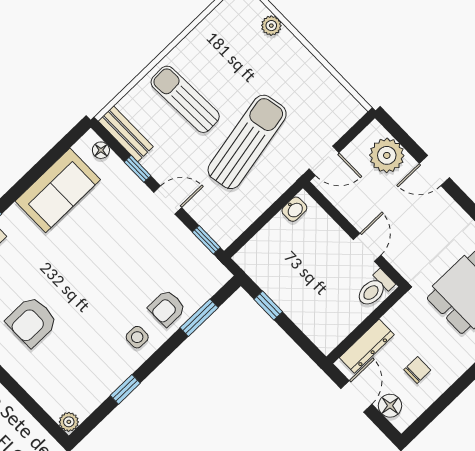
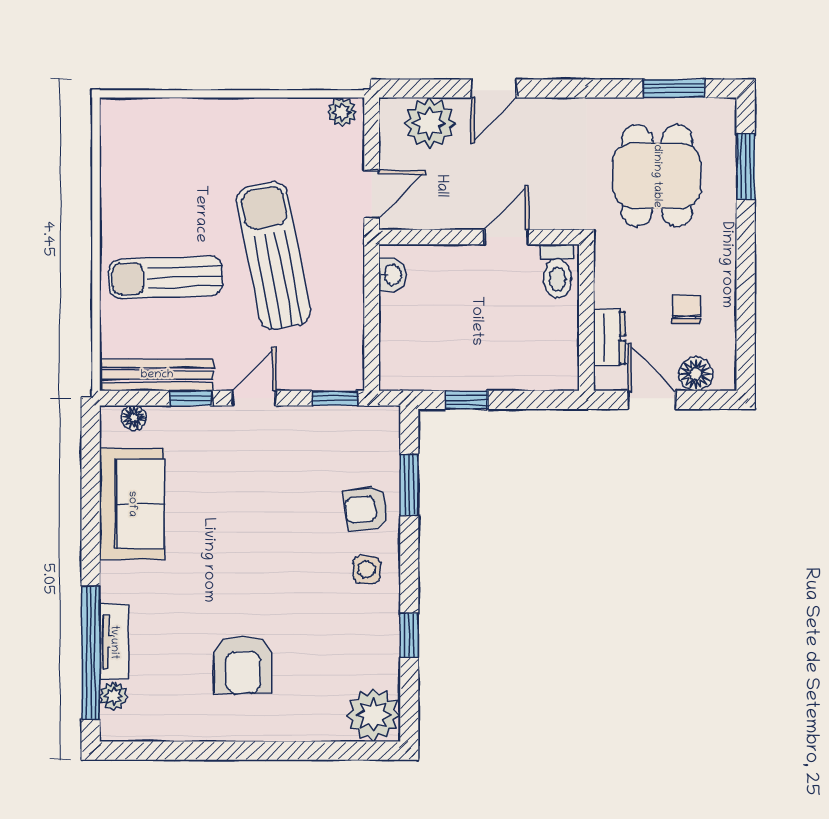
plant: (271, 26) -> (342, 112), moved
bench: (126, 134) -> (157, 375), width x1.36
door: (367, 247) -> (506, 237), hinge flipped
armchair: (167, 308) -> (366, 509), turned 82
dresser: (367, 346) -> (609, 338), width x0.70
plant: (69, 422) -> (373, 715), width x1.88, depth x1.88

